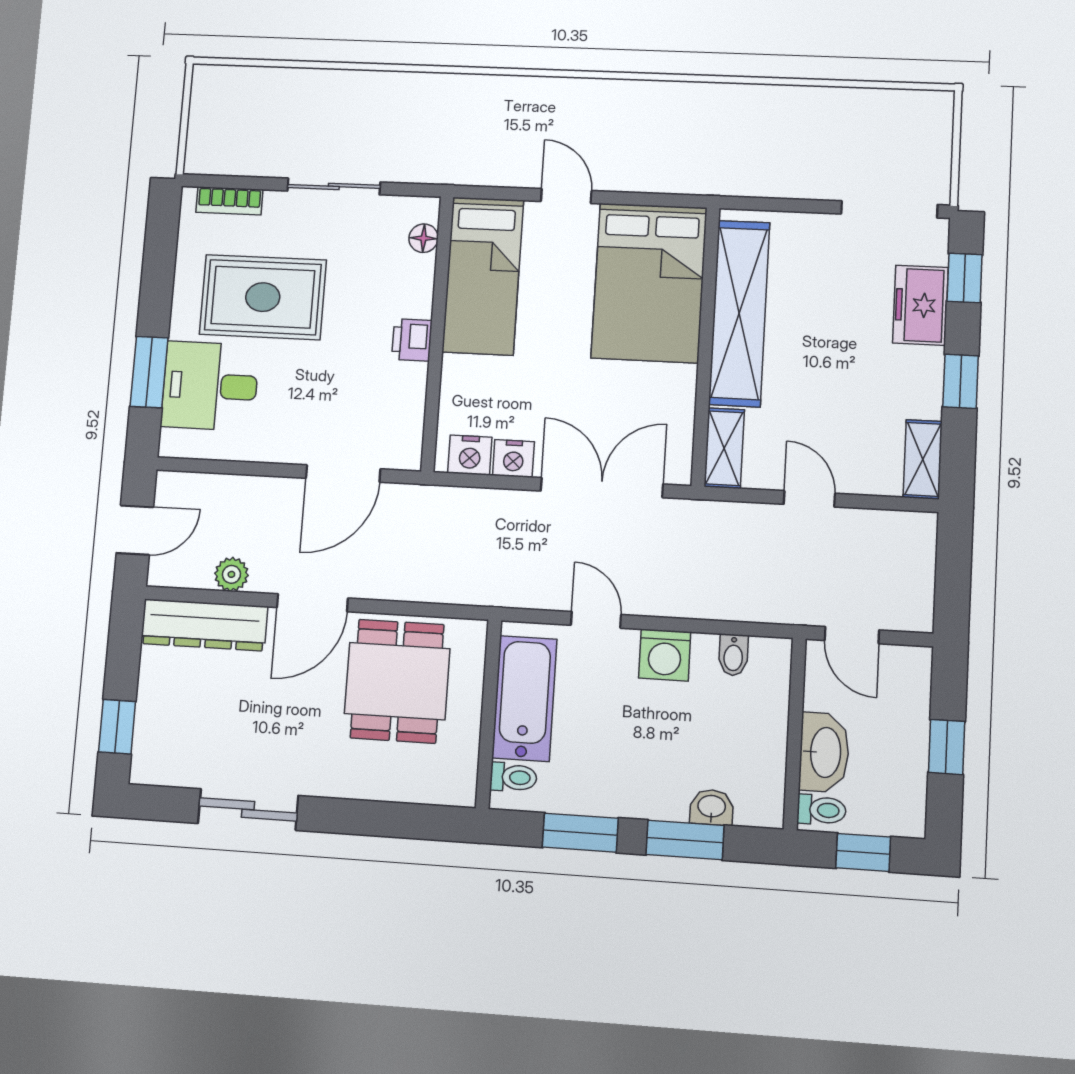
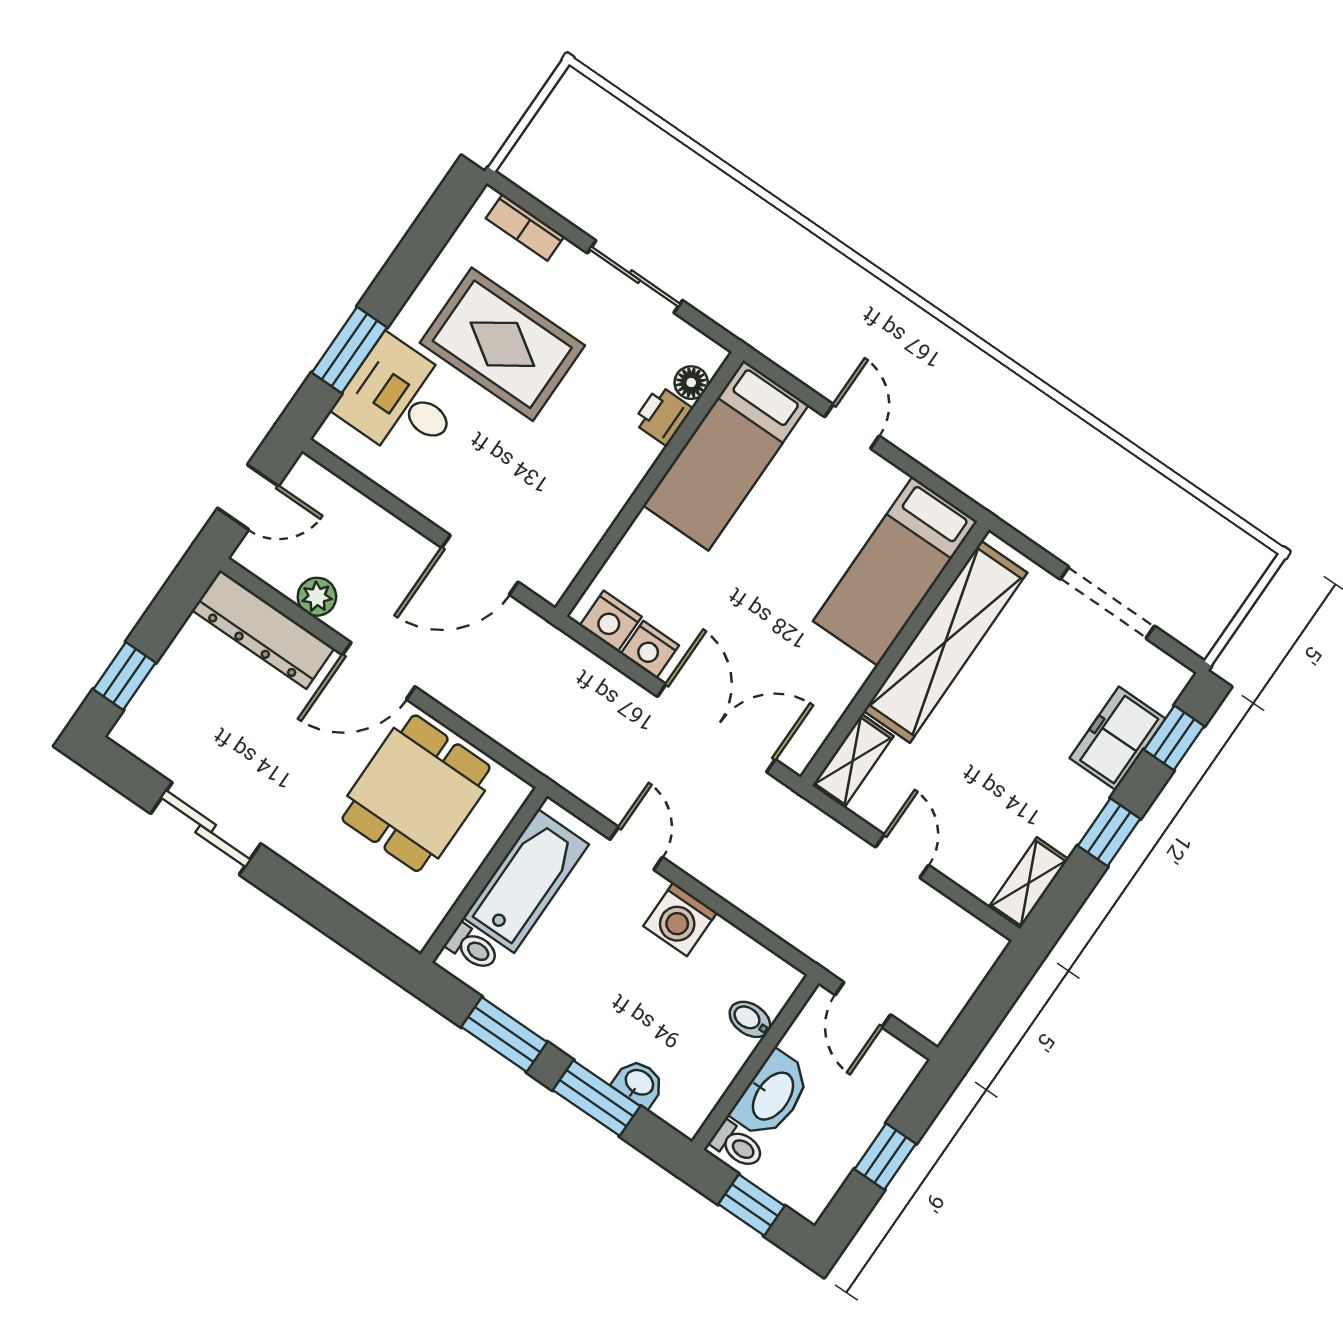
doorway: (889, 209) -> (1107, 603), moved
bed: (649, 283) -> (895, 571), width x0.67
printer: (412, 340) -> (663, 416), moved
bidet: (733, 655) -> (750, 1019), moved, turned 90

